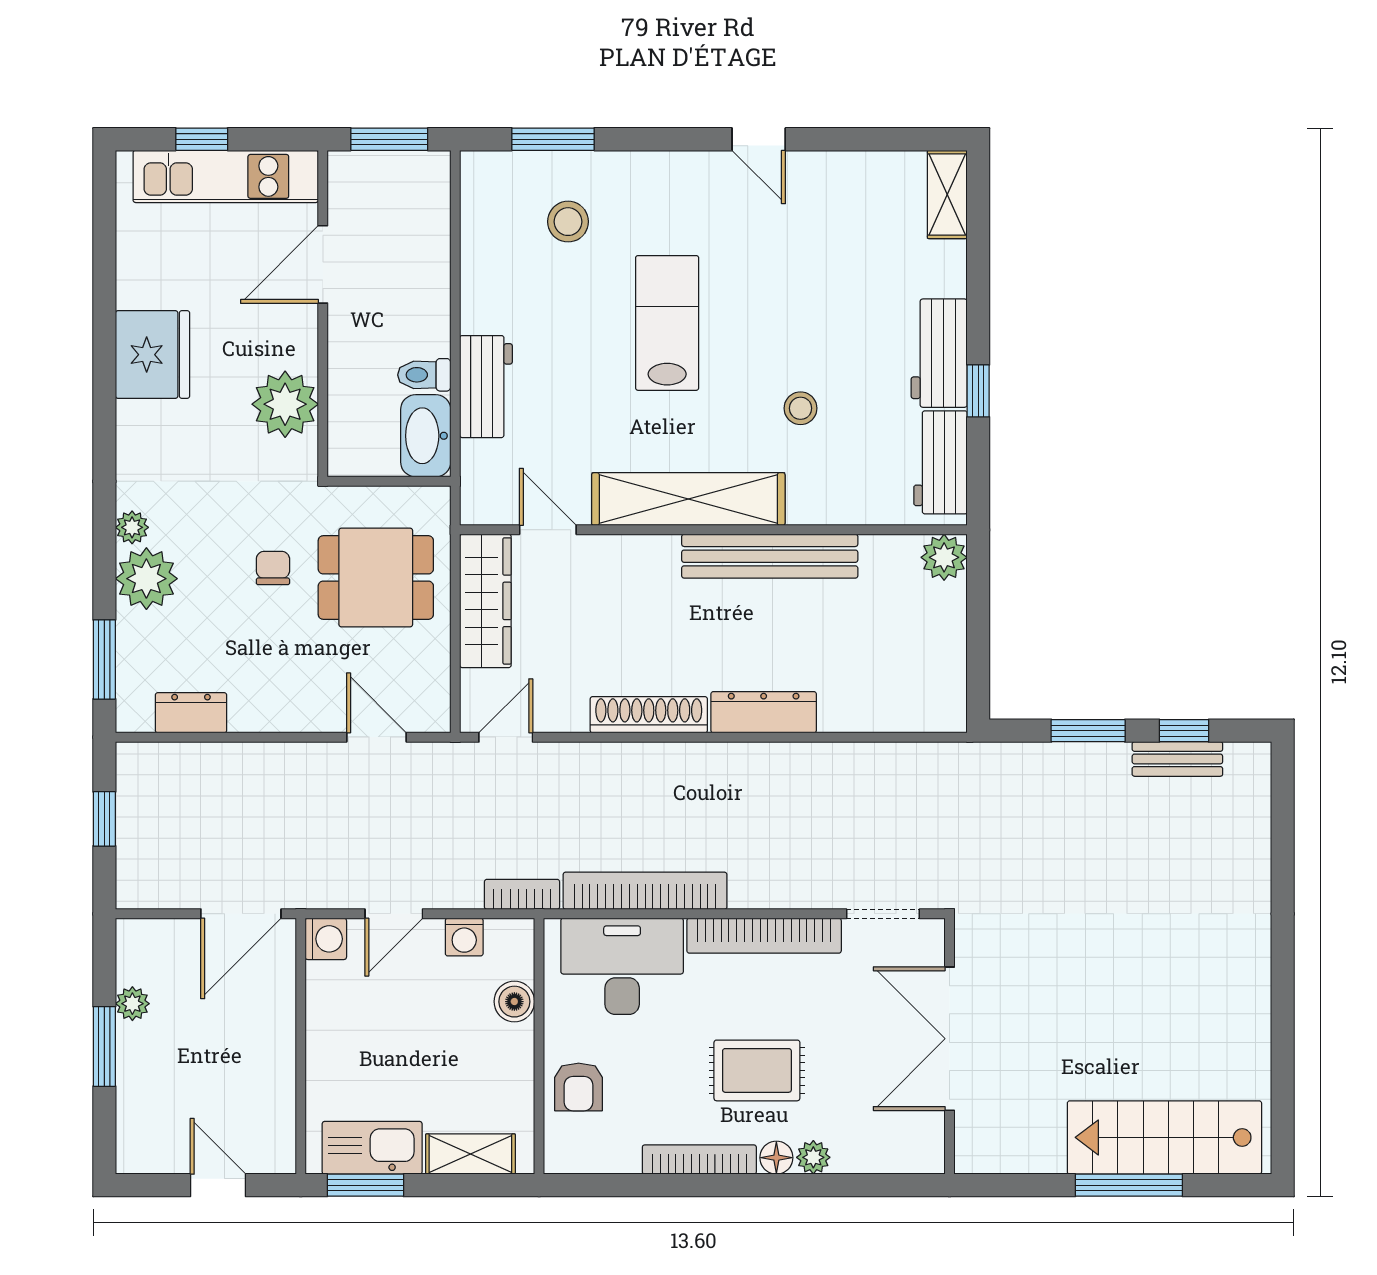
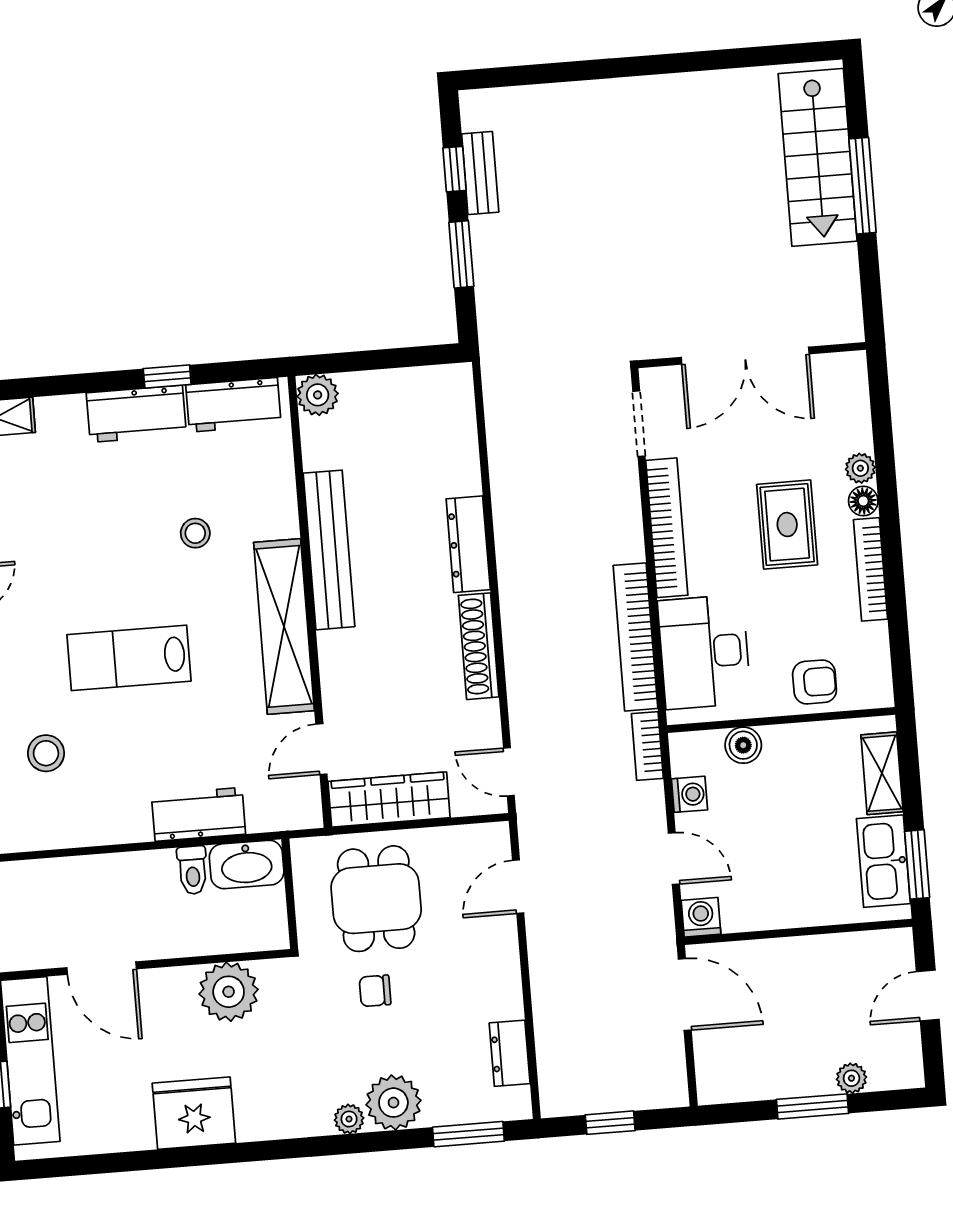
plant: (132, 1004) -> (851, 1078), moved

